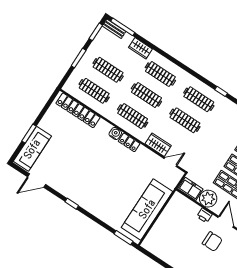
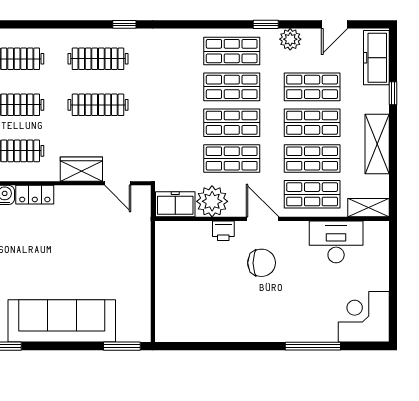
door: (170, 162) -> (118, 183), swing flipped
sofa: (147, 209) -> (62, 321), moved, turned 90

